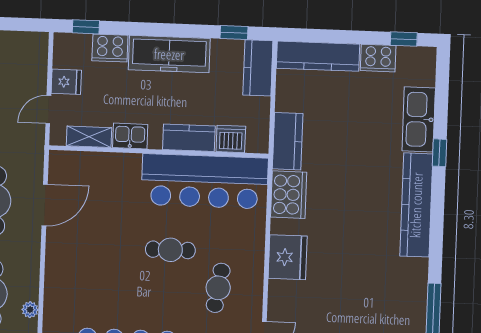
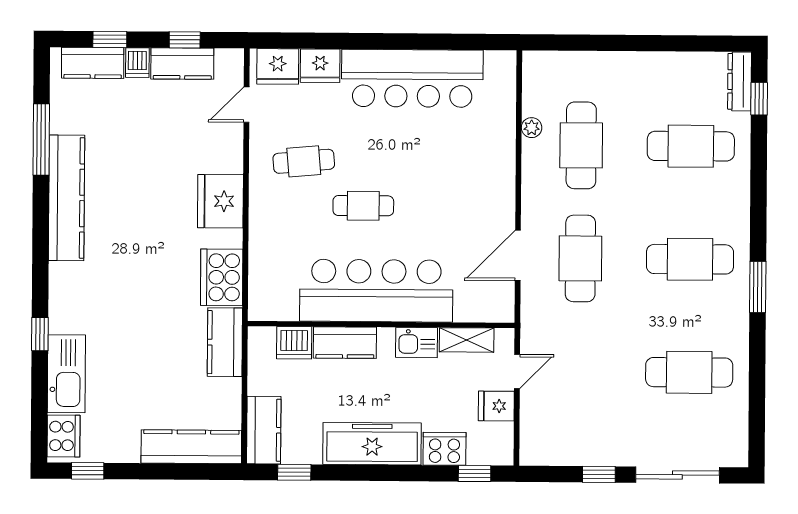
cooker: (378, 58) -> (63, 436), moved, turned 90
bar counter: (205, 181) -> (376, 291), moved
kitchen counter: (416, 205) -> (67, 198), moved
cafe table: (218, 288) -> (304, 161), turned 76

